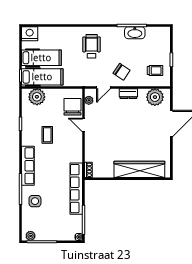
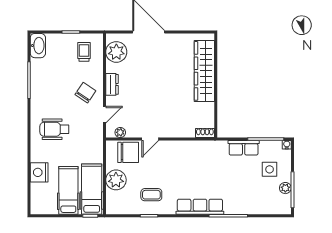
washbasin: (135, 33) -> (38, 46), moved
nightstand: (30, 34) -> (39, 172), moved
door: (103, 87) -> (104, 115), hinge flipped
plant: (37, 97) -> (116, 180), moved
chair: (73, 107) -> (128, 152), turned 180
coffee table: (47, 135) -> (151, 195), moved
row of seats: (76, 189) -> (244, 148), width x0.50
side table: (35, 201) -> (270, 169), moved
plant: (31, 236) -> (285, 188), moved

